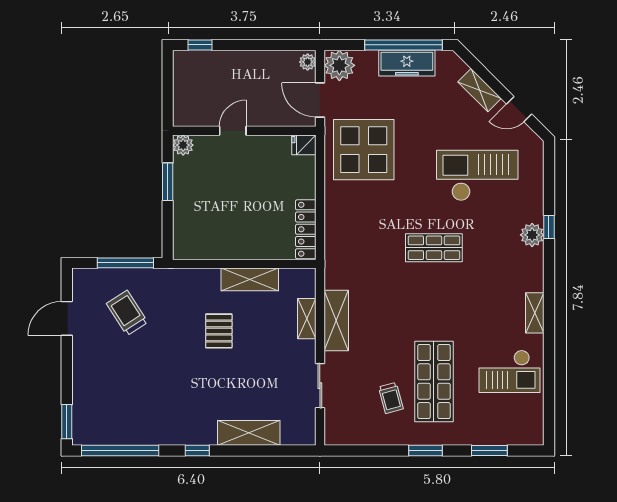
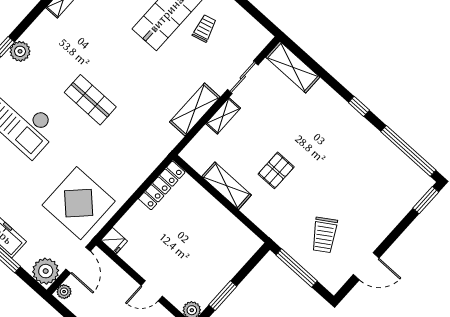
shelving: (307, 319) -> (223, 116), moved
shelving: (249, 433) -> (293, 67), moved

